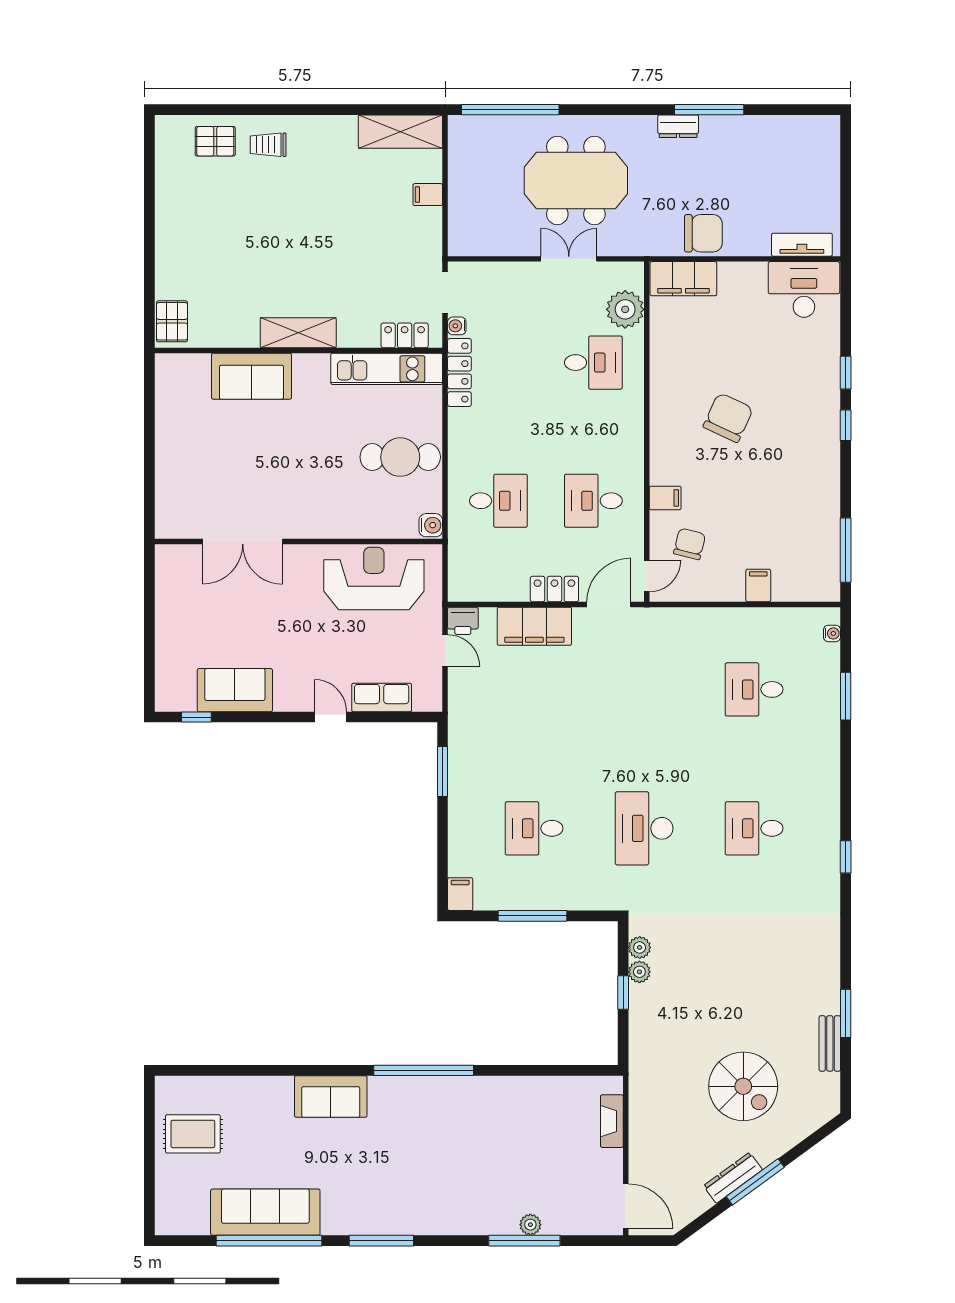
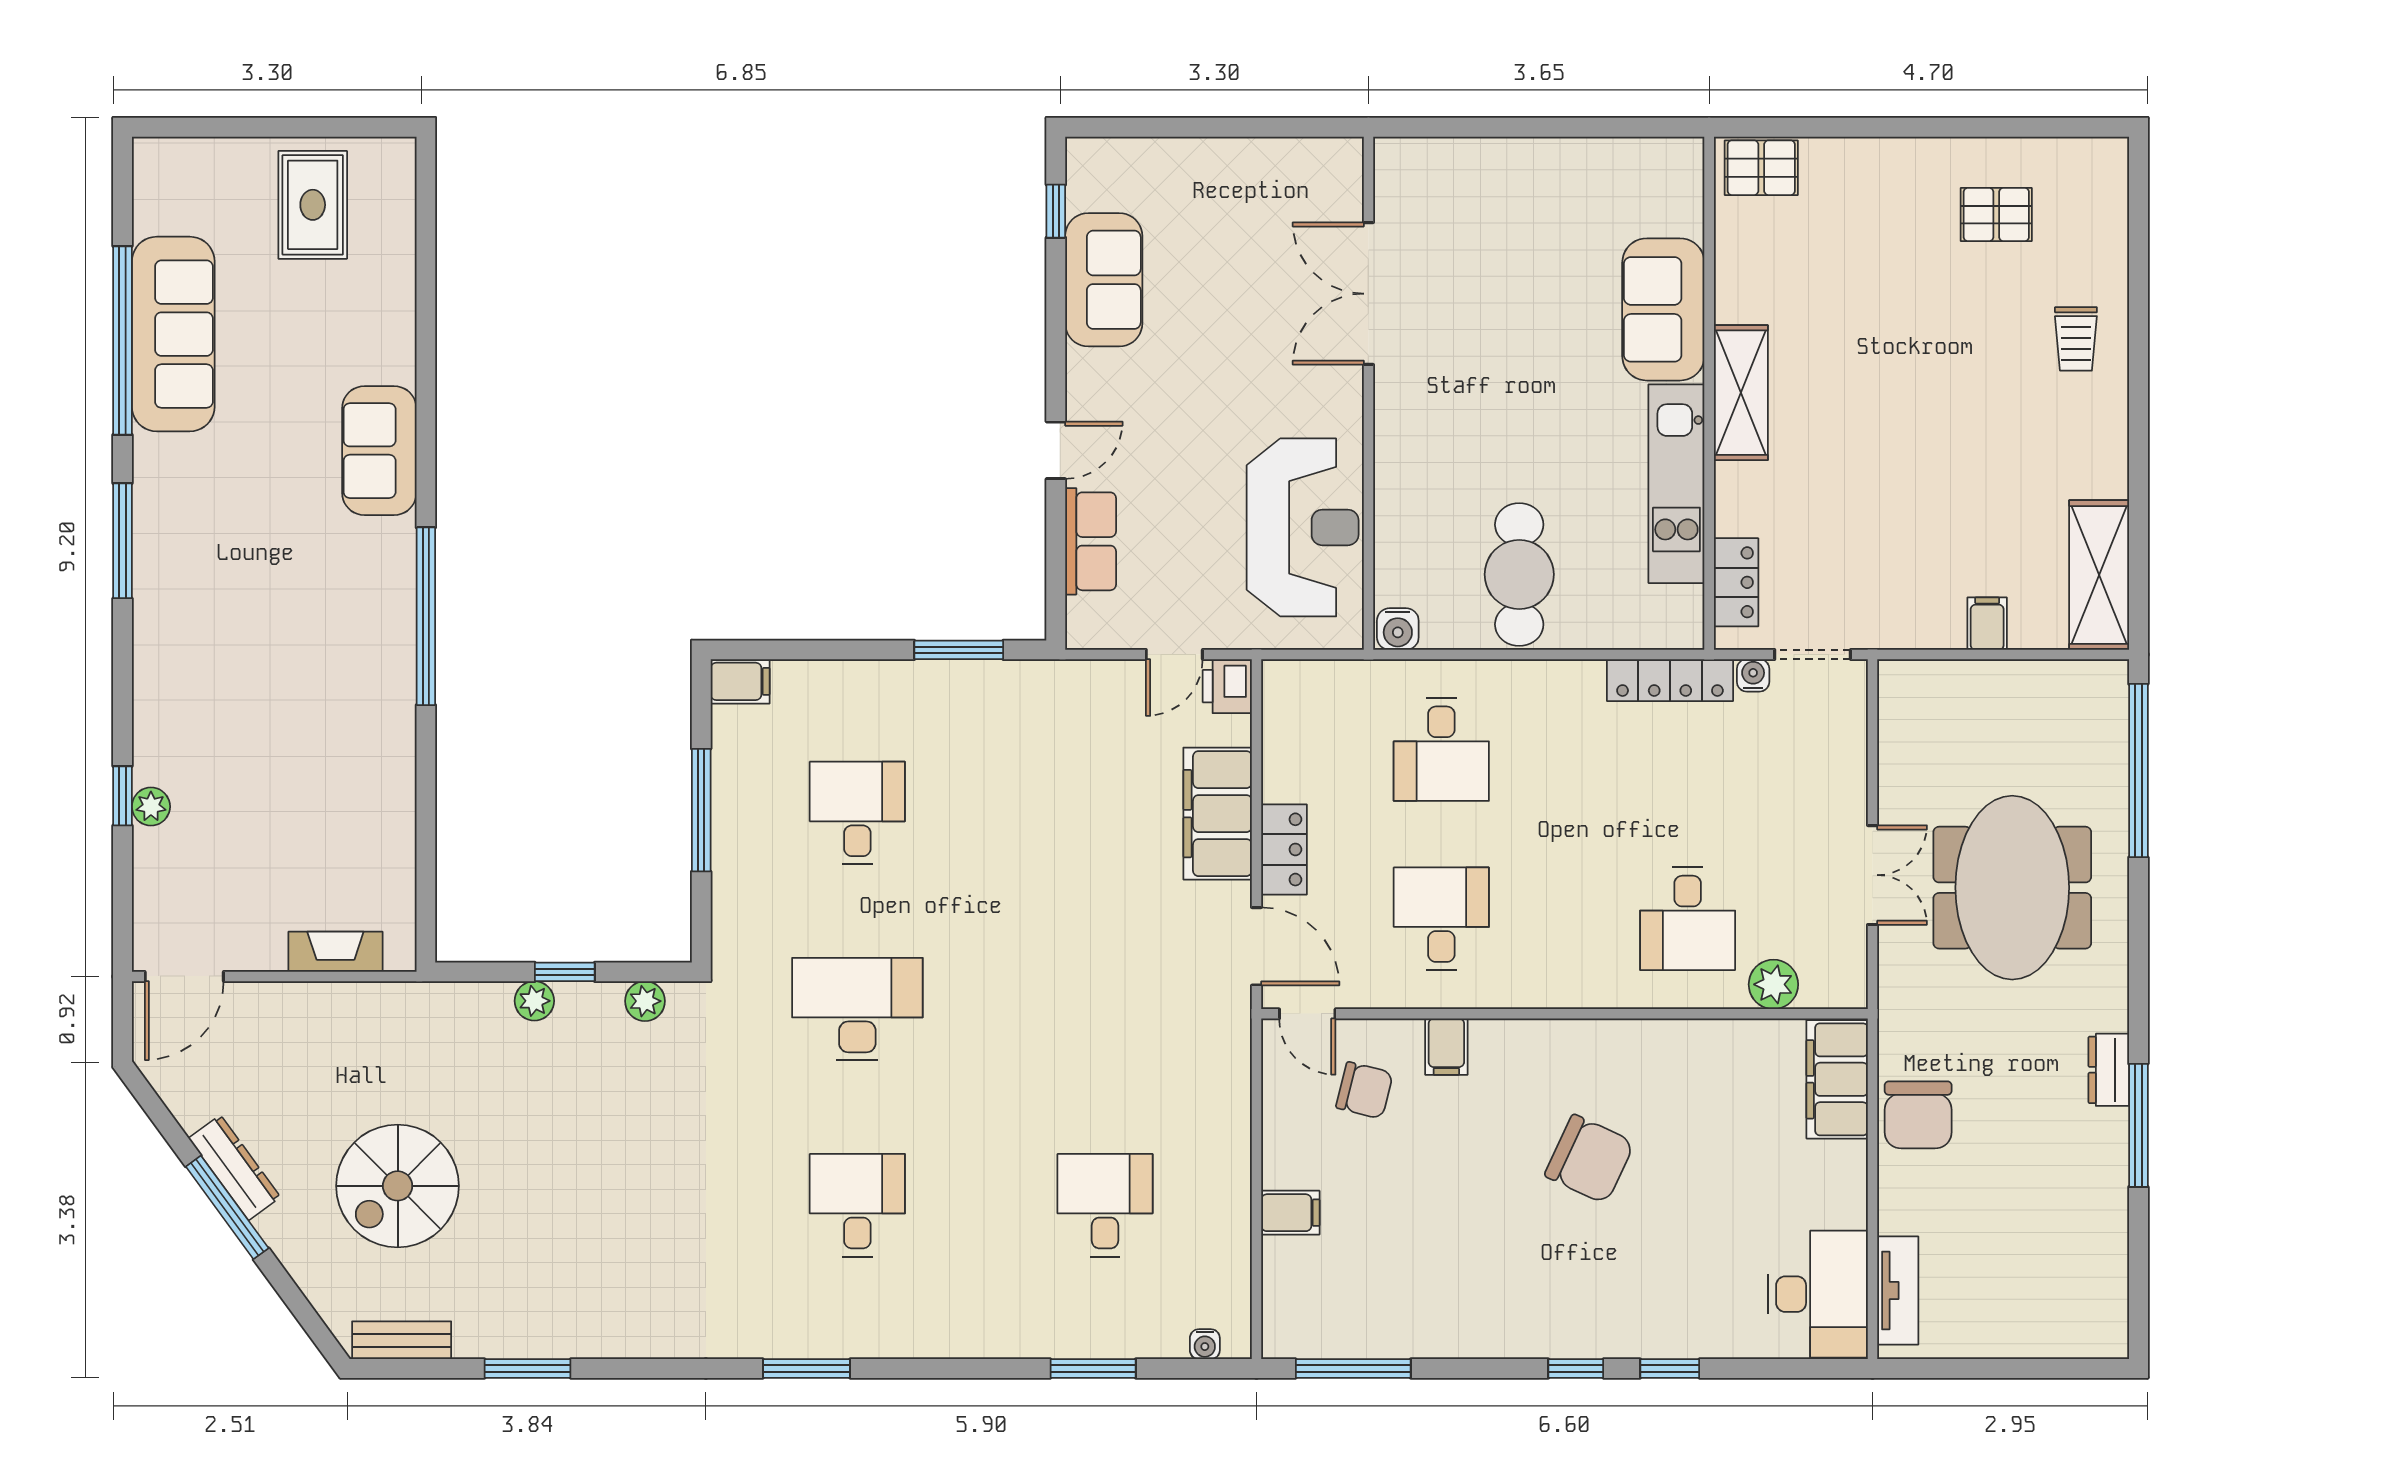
pallet: (215, 141) -> (1996, 215), moved, turned 90
trolley: (268, 145) -> (2076, 339), turned 180
plant: (625, 309) -> (1773, 984), width x0.73, depth x0.73
kitchen unit: (387, 369) -> (1676, 484), moved
window: (846, 857) -> (806, 1368), width x1.50
plant: (639, 972) -> (534, 1001), moved
bench: (830, 1043) -> (402, 1340), moved
window: (524, 1241) -> (123, 796), width x0.46

